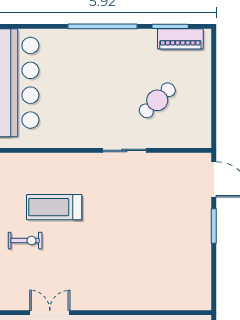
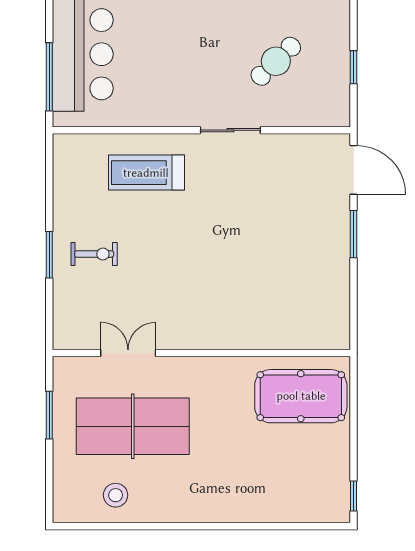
window: (214, 105) -> (354, 67), added
treadmill: (54, 207) -> (146, 173), moved

